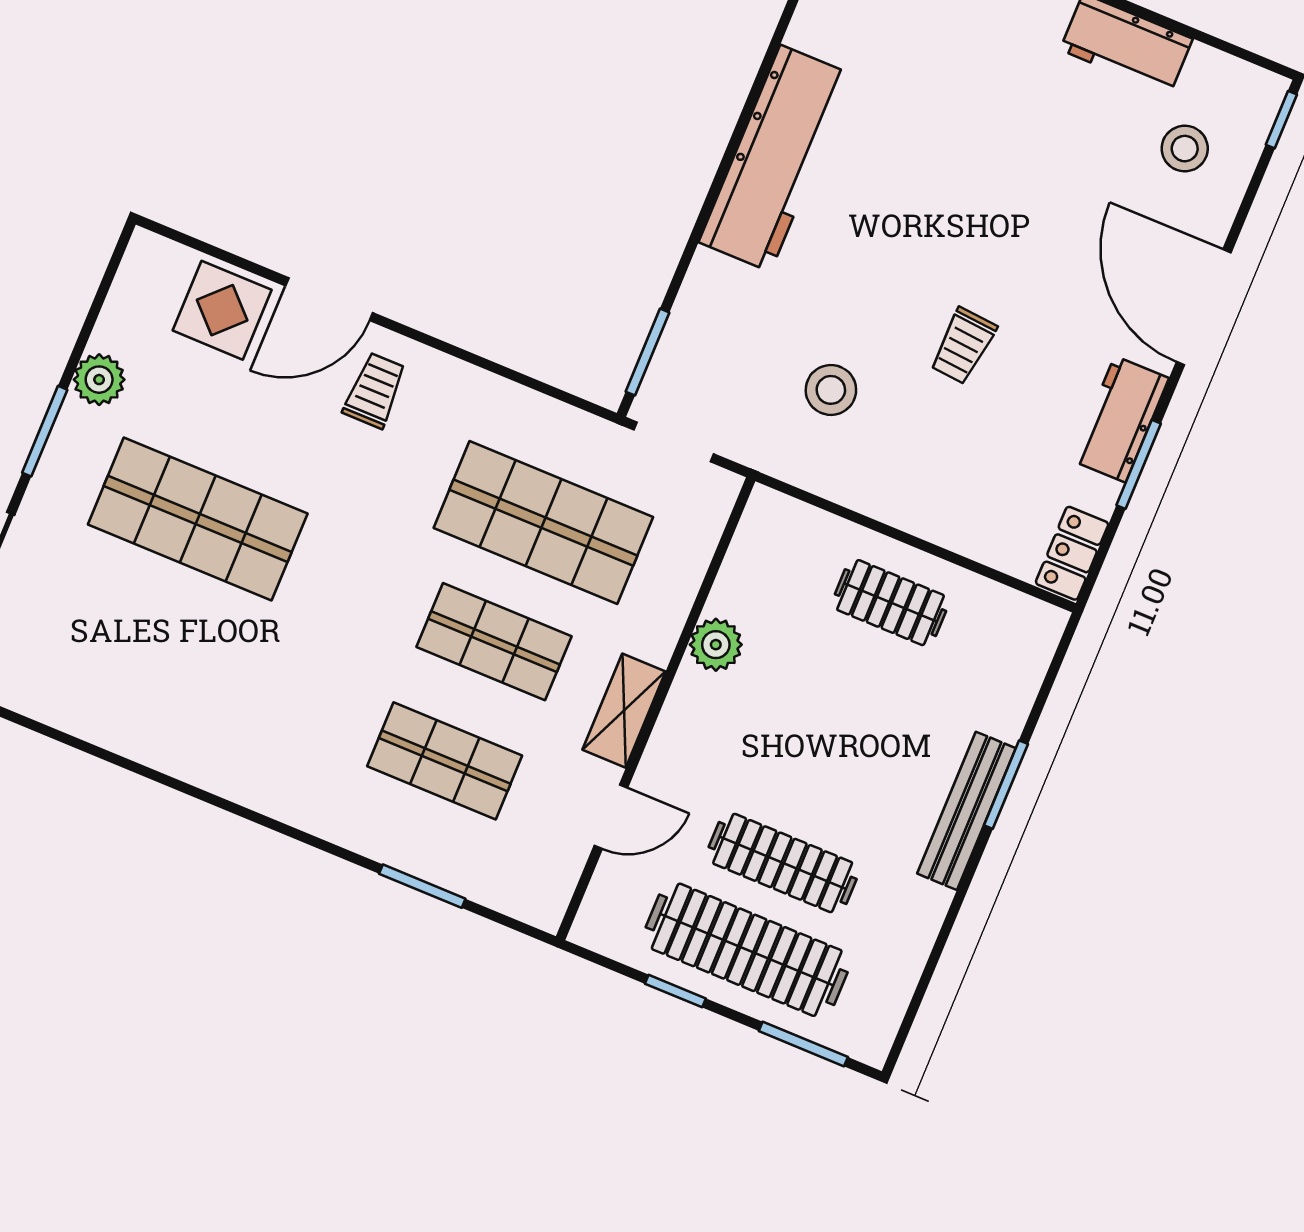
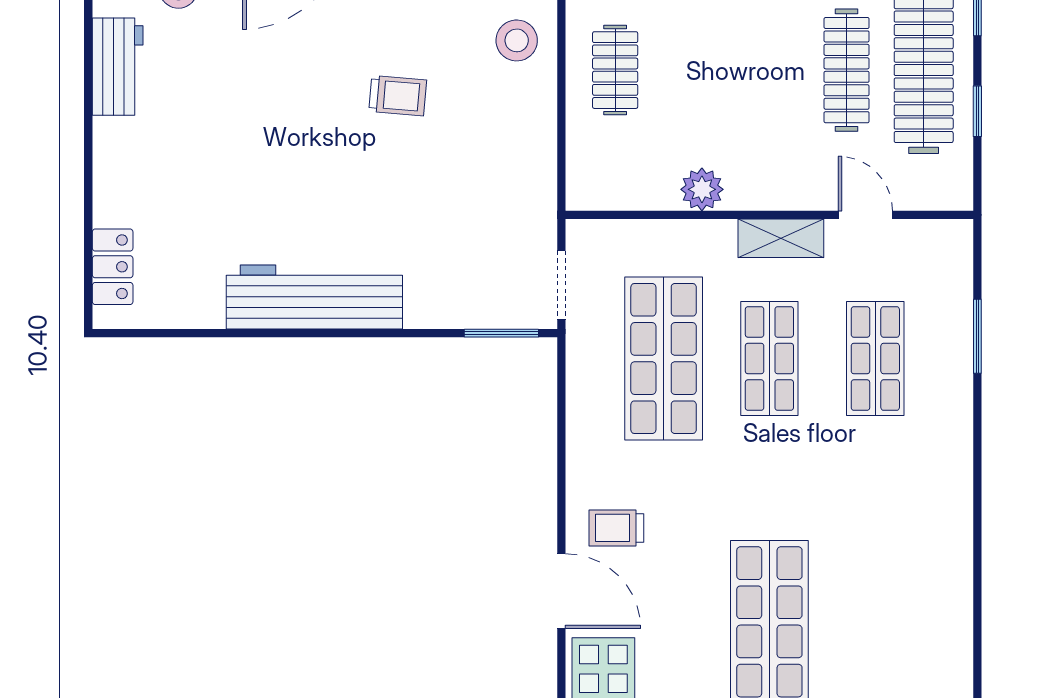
stool: (831, 390) -> (517, 40), moved

